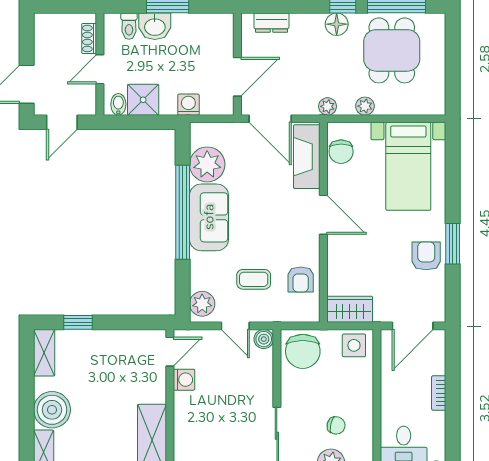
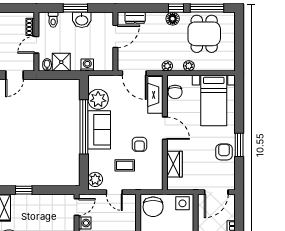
washbasin: (155, 26) -> (82, 20), moved
door: (237, 77) -> (115, 36), moved
armchair: (301, 279) -> (139, 144), moved
wardrobe: (350, 309) -> (175, 164), moved, turned 90
boiler: (264, 339) -> (131, 200), removed

